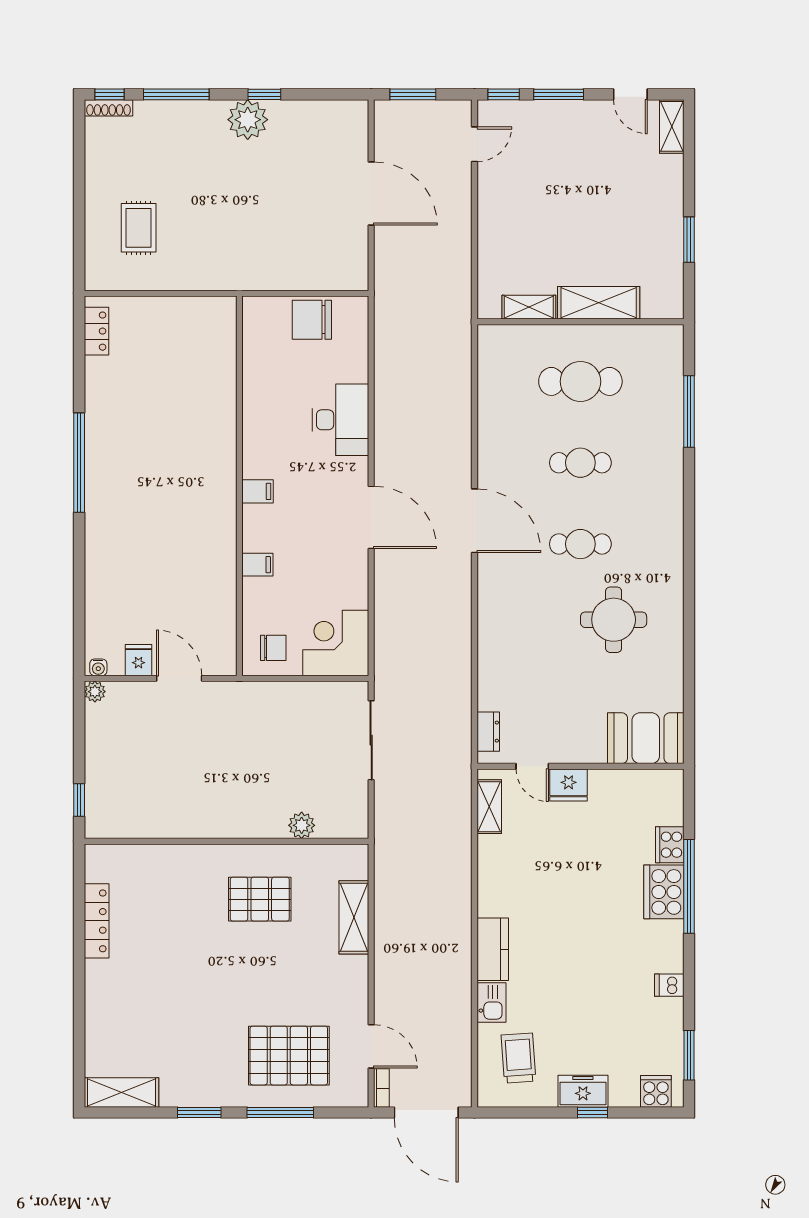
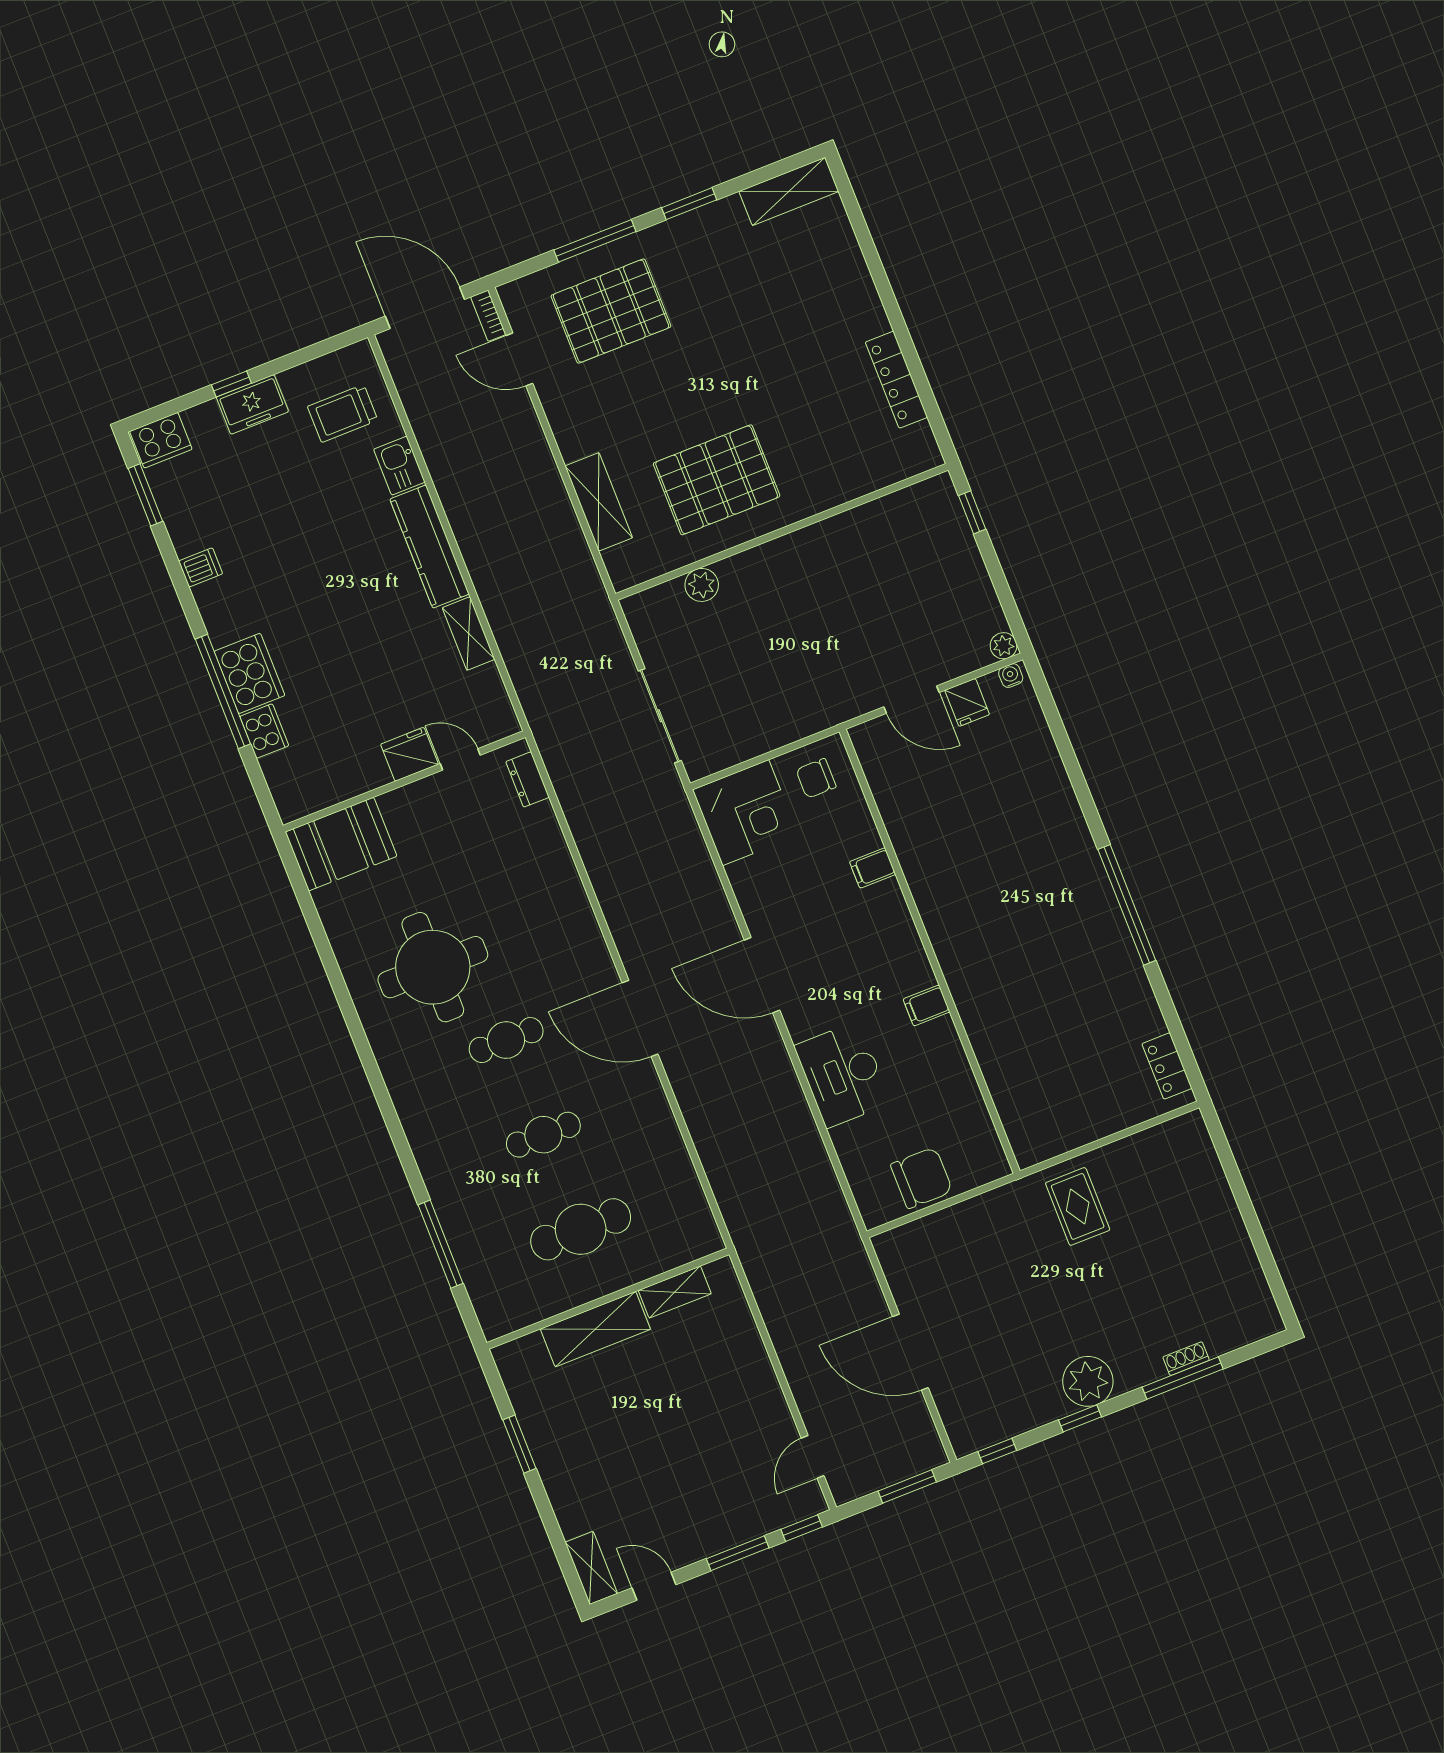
window: (109, 94) -> (997, 1451), moved
shoe rack: (109, 108) -> (1186, 1359), moved, width x0.70
rug: (139, 228) -> (1078, 1206), moved
filing cabinet: (258, 491) -> (926, 1005), moved
round table: (614, 620) -> (433, 967), width x1.36, depth x1.36
shelving: (489, 807) -> (469, 634), moved
pallet: (260, 899) -> (717, 480), width x1.37, depth x1.41
kitchen counter: (493, 949) -> (430, 547), width x1.50
trolley: (518, 1058) -> (343, 413), turned 94
cooker: (656, 1091) -> (161, 440), width x1.36

